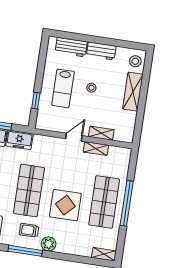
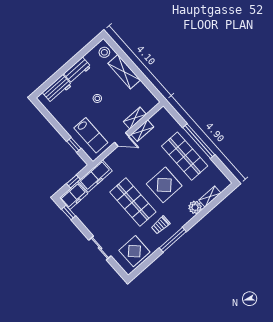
lab bench: (63, 88) -> (91, 135), moved
door: (74, 137) -> (122, 139), swing flipped
freezer: (19, 140) -> (95, 176), width x1.40
plant: (49, 244) -> (195, 207), moved
shelving: (104, 254) -> (210, 197), moved

